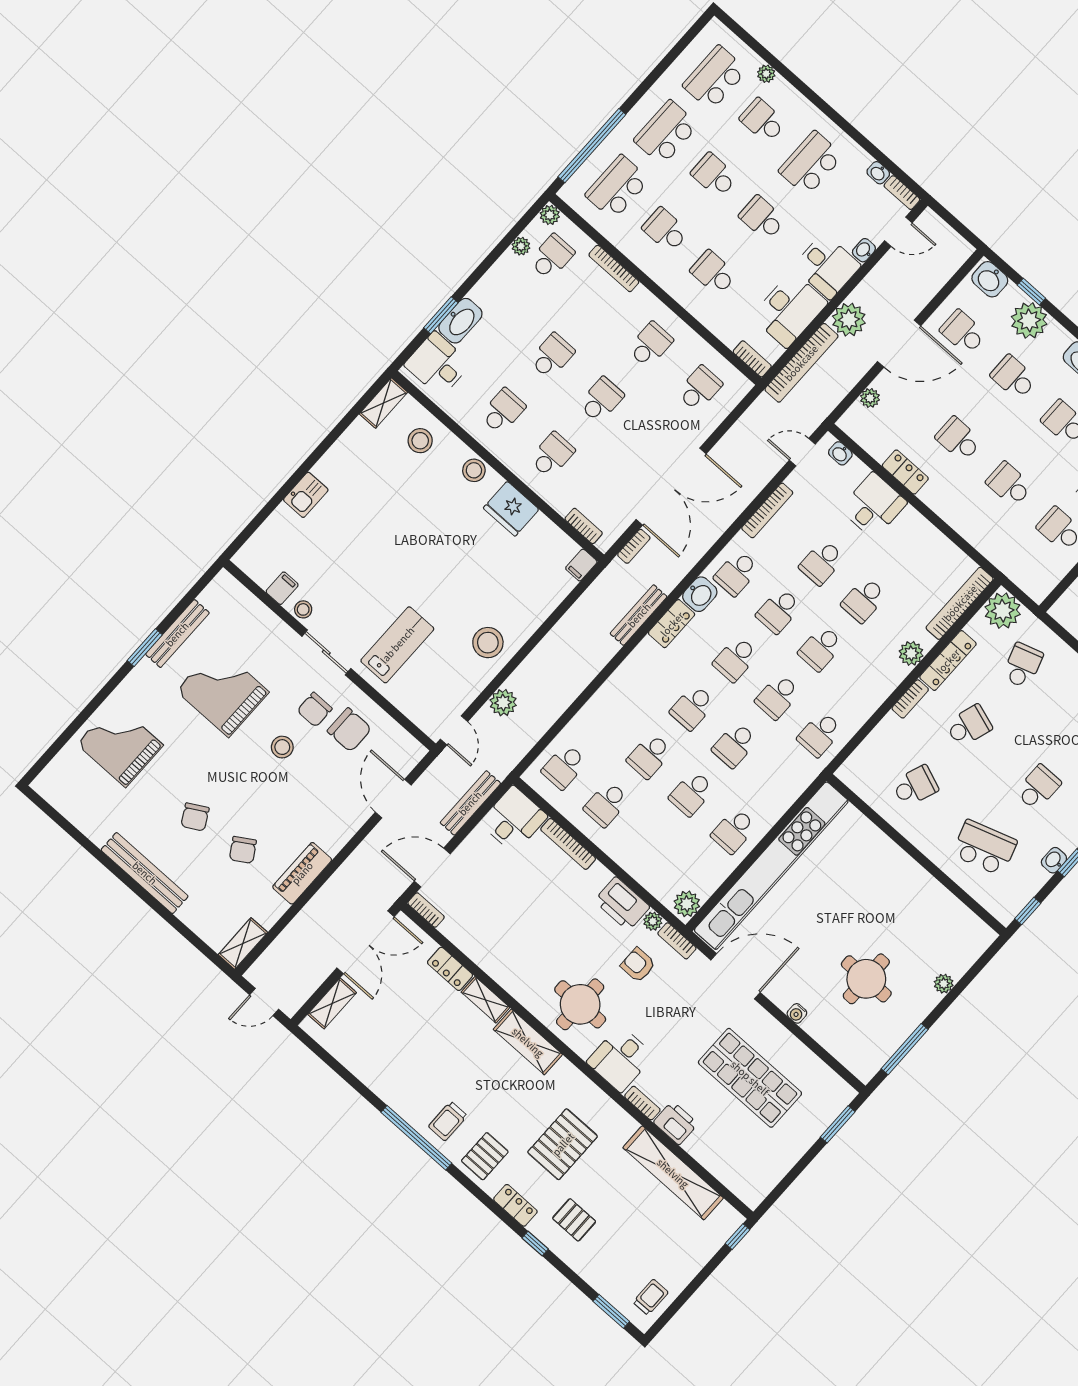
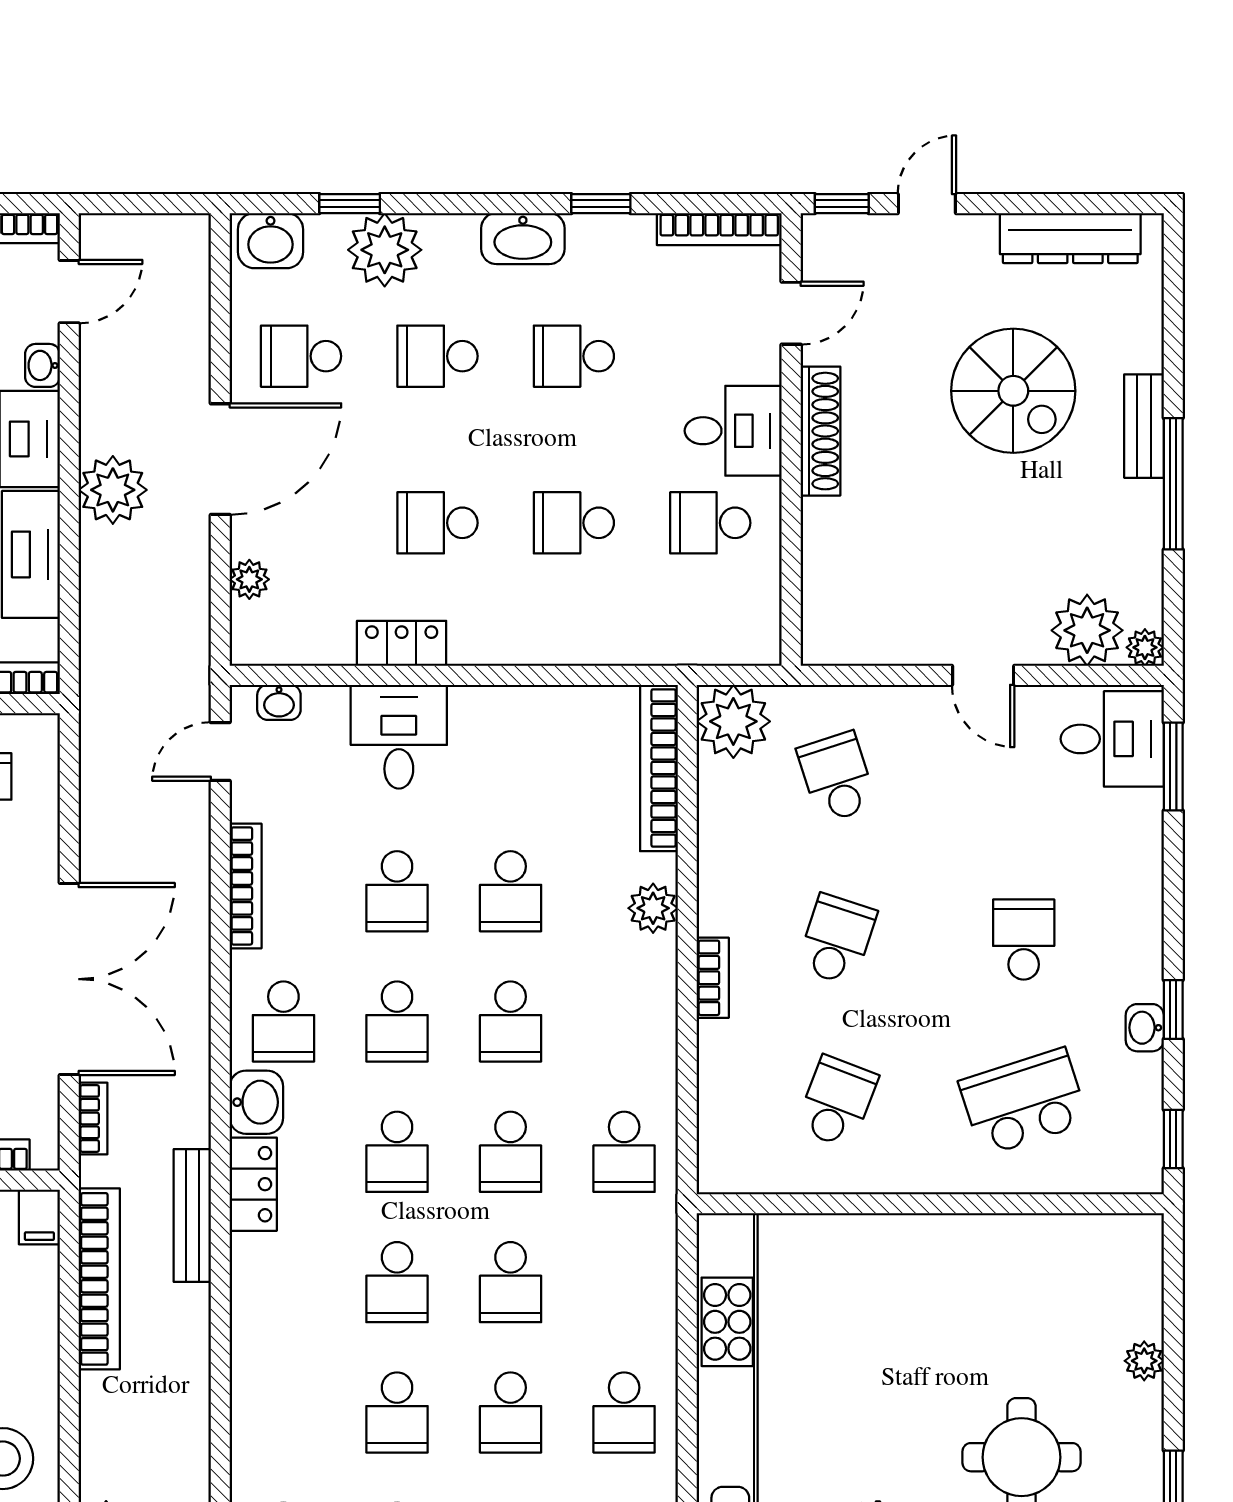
bookcase: (801, 363) -> (99, 1279), moved
locker: (948, 661) -> (718, 870), removed

